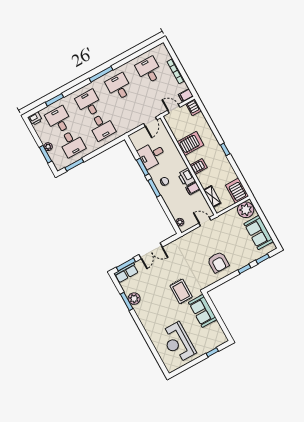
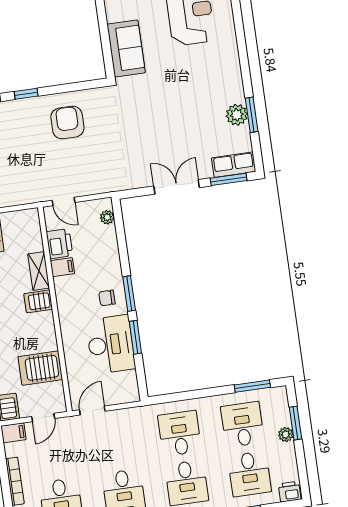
door: (174, 109) -> (43, 417), hinge flipped
server rack: (190, 143) -> (40, 368), moved
desk: (152, 155) -> (111, 344), width x1.37
printer: (187, 177) -> (59, 244), moved
shelving: (212, 196) -> (39, 271), moved
rug: (181, 291) -> (151, 96), removed

